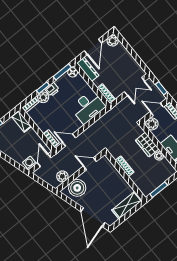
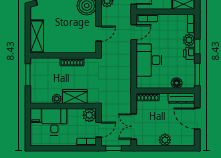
plant: (113, 41) -> (165, 140), moved
floor lamp: (73, 72) -> (177, 83), moved
desk: (88, 107) -> (149, 60), moved

